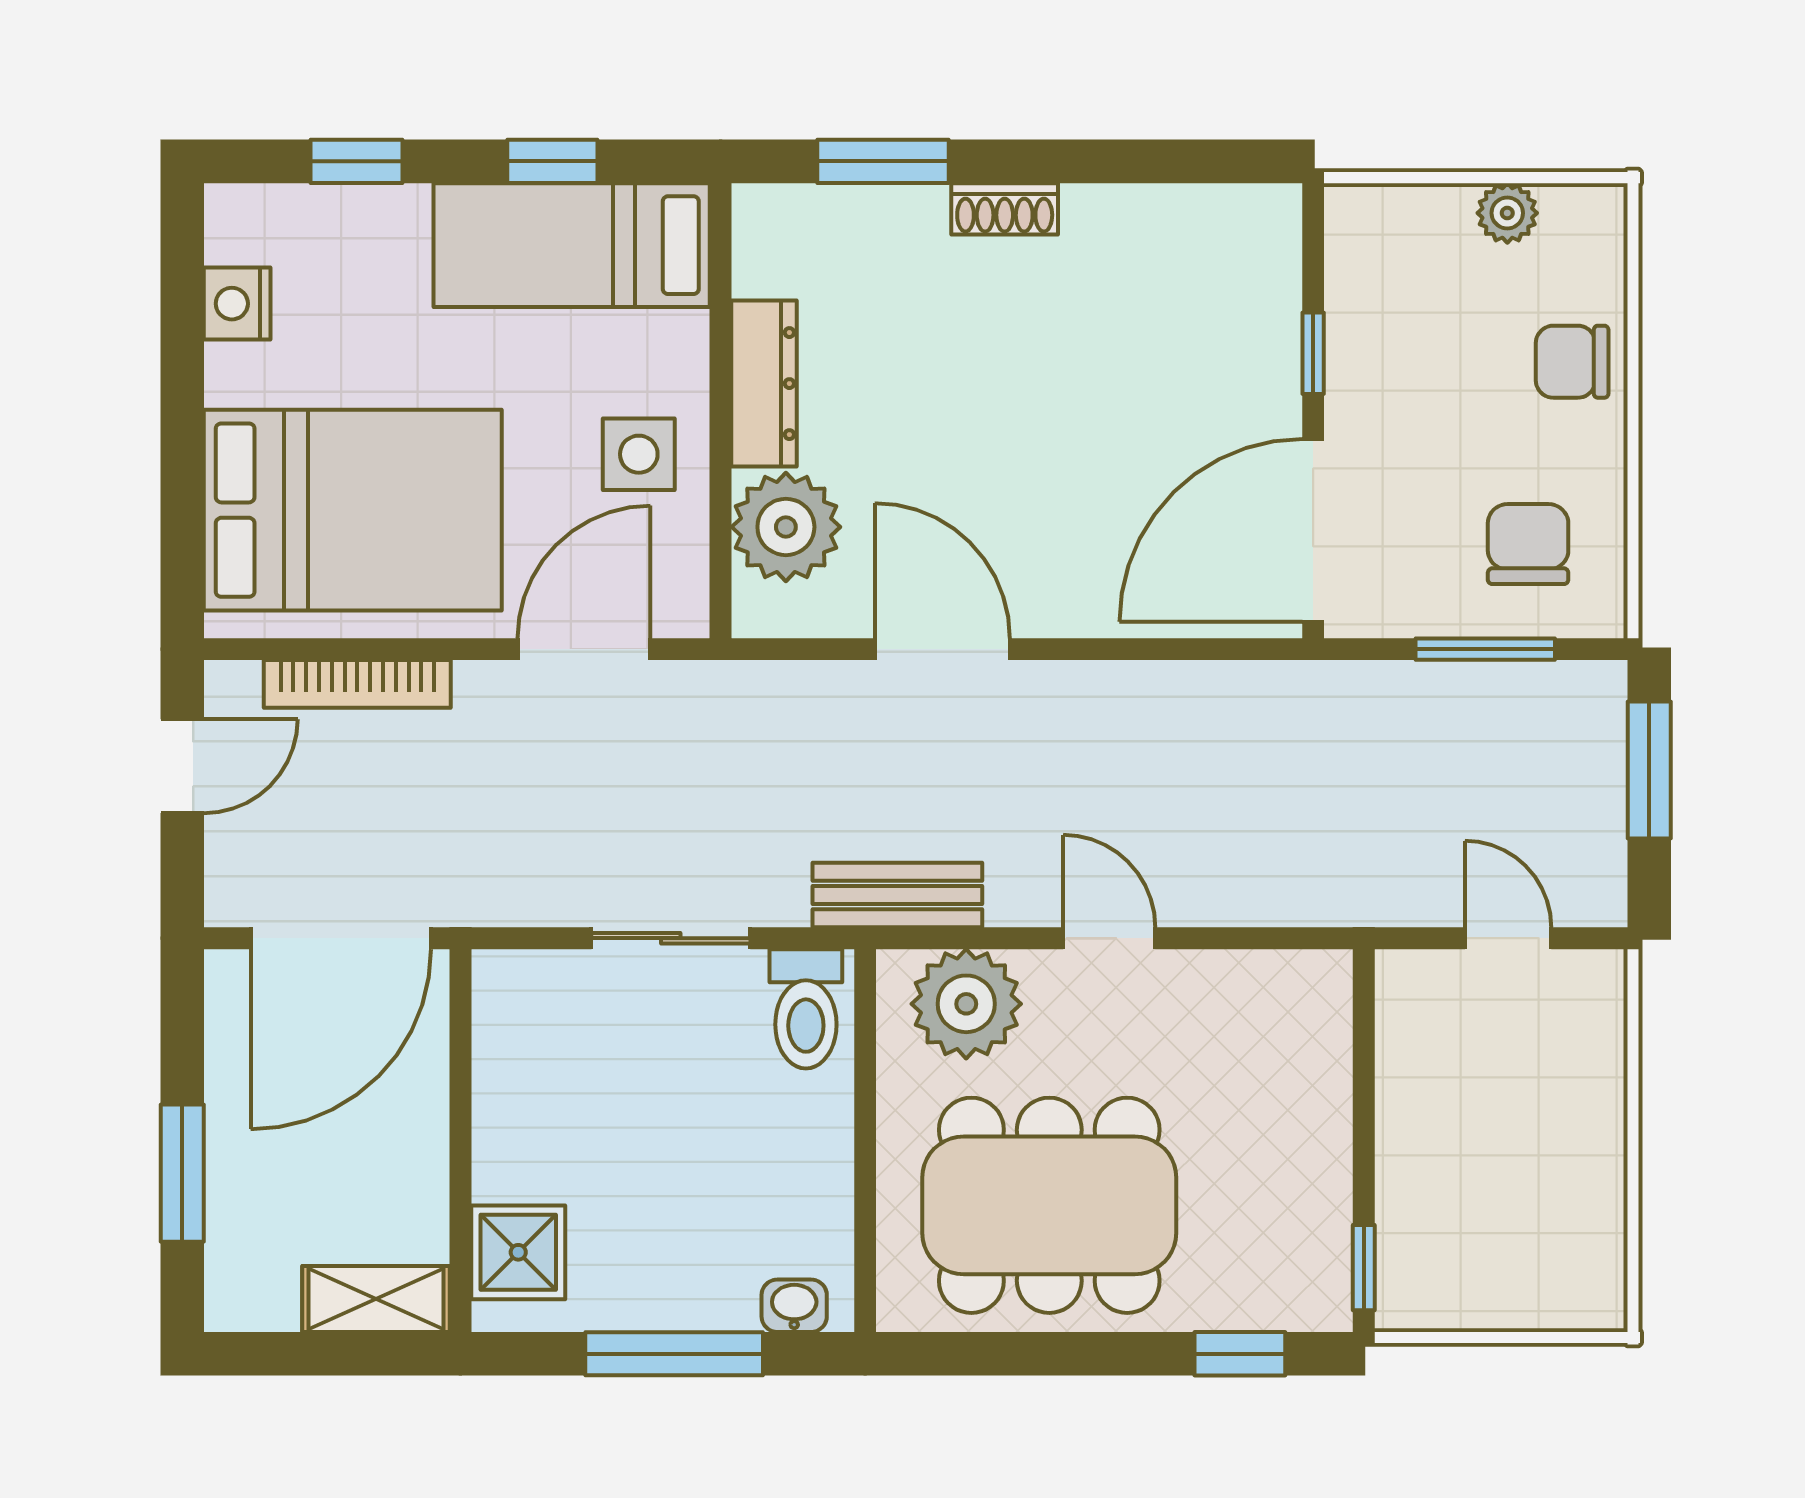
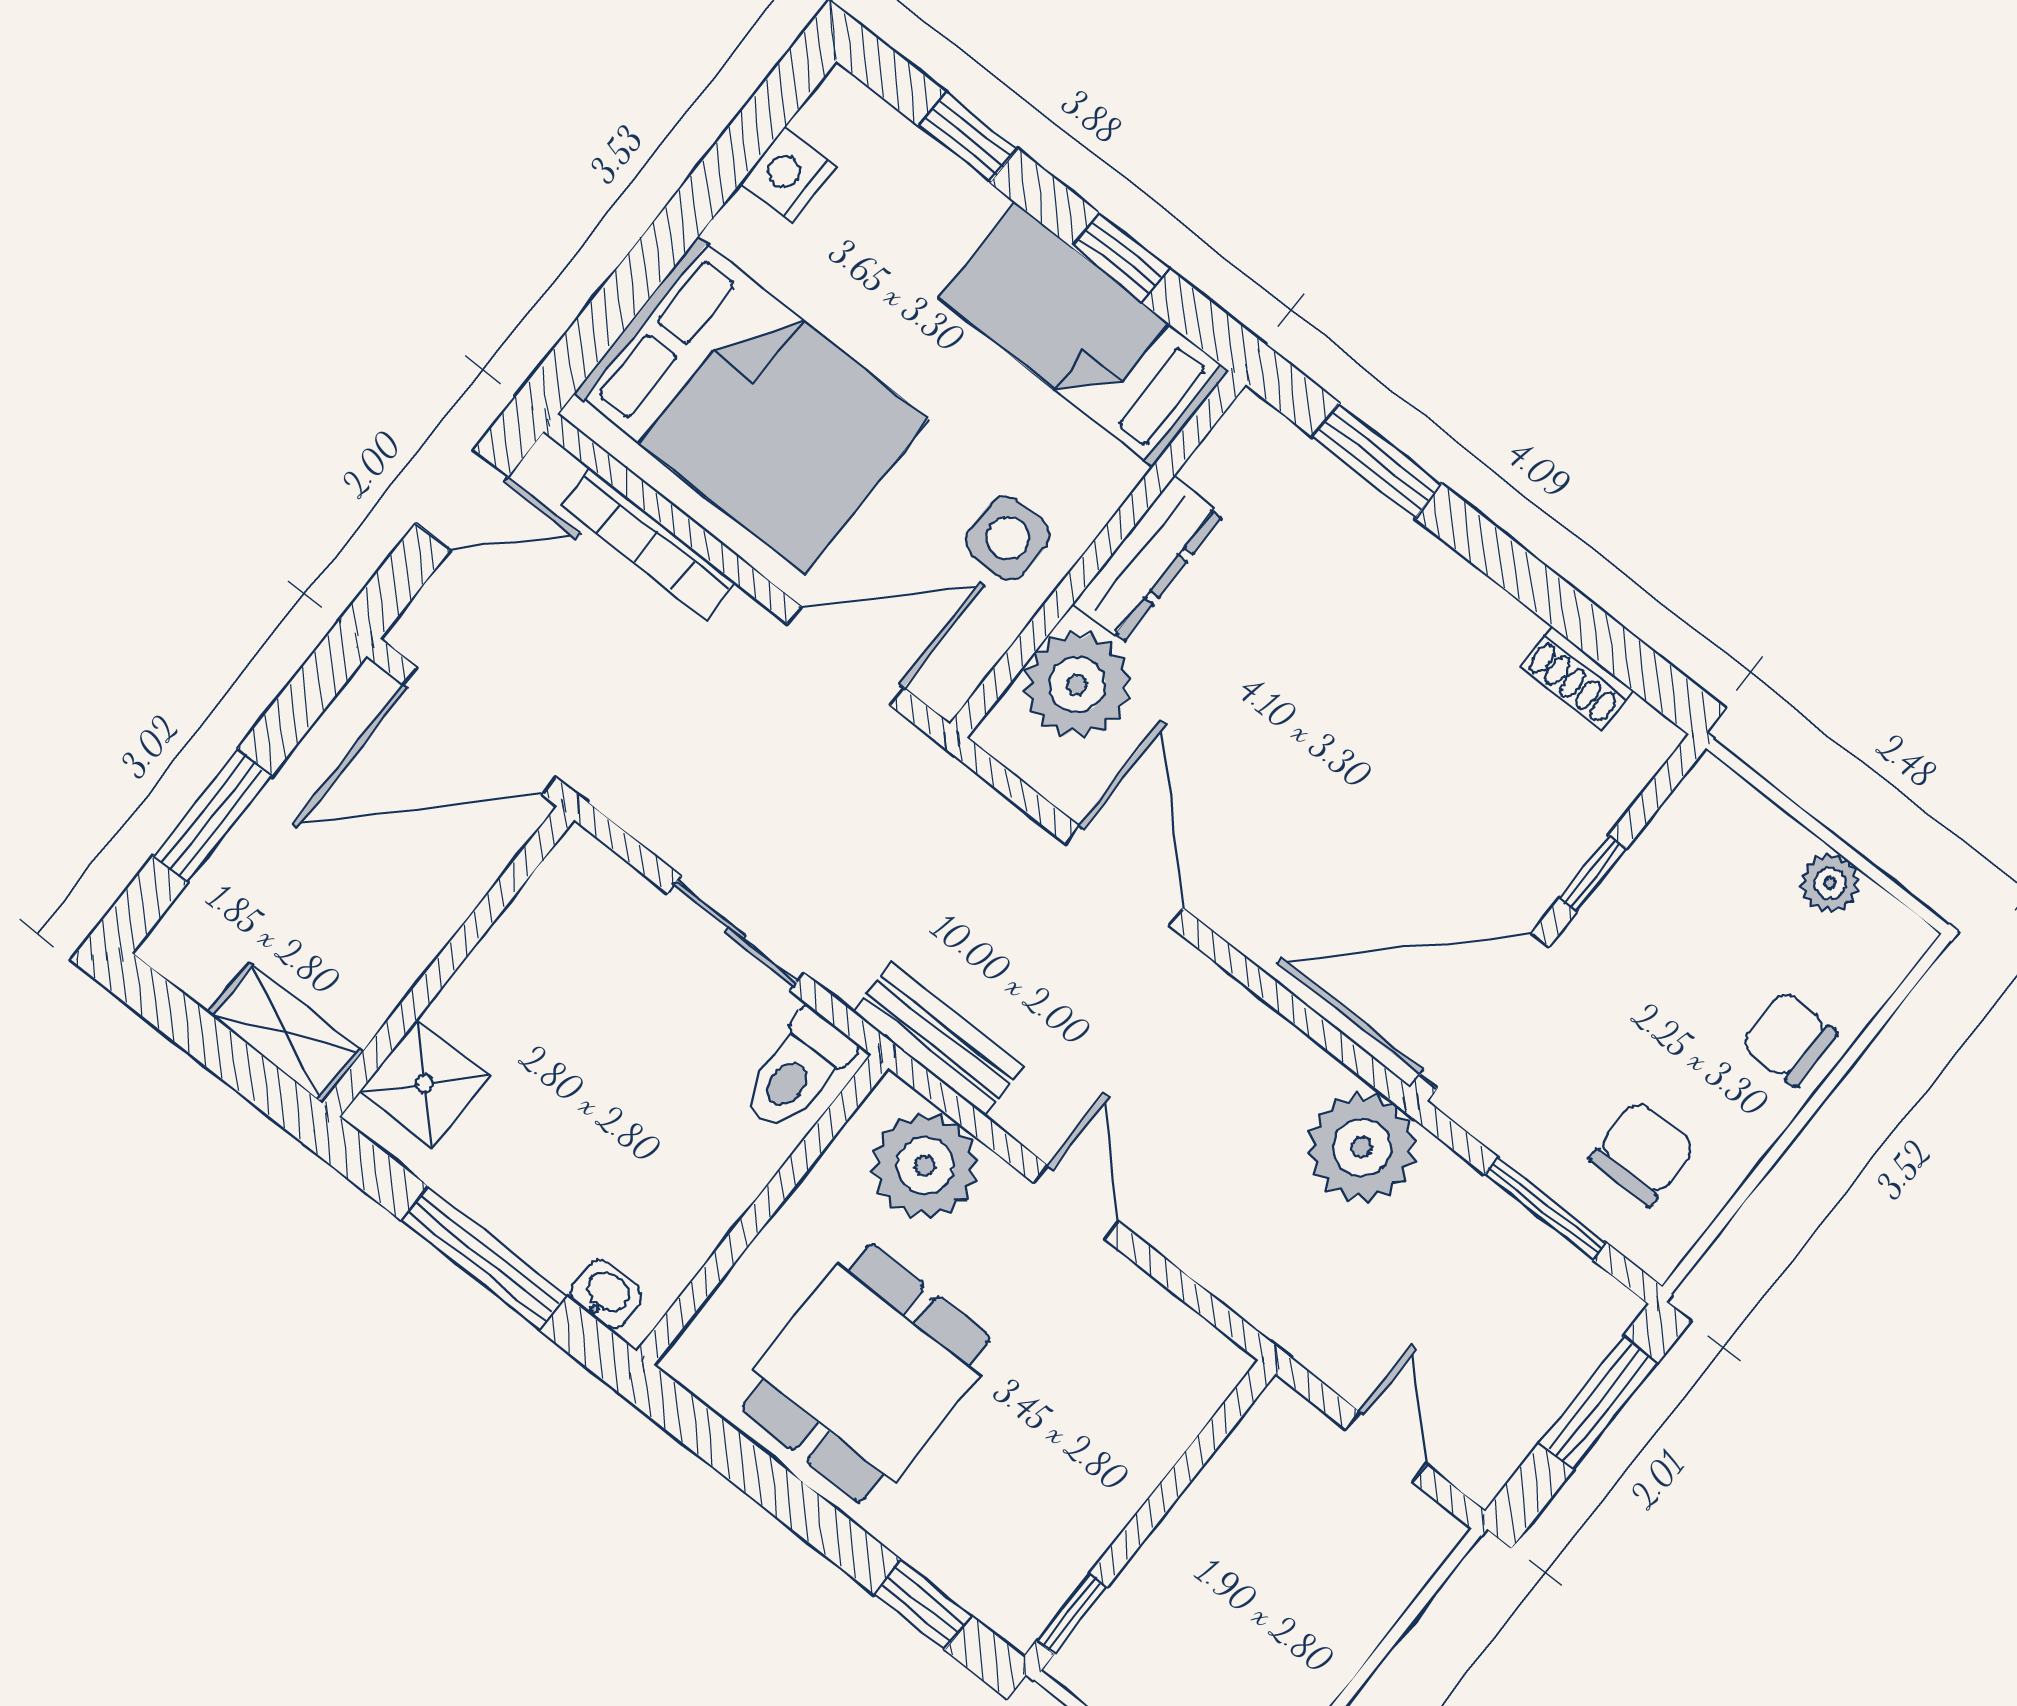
shoe rack: (1005, 209) -> (1577, 678), moved
plant: (1302, 716) -> (1362, 1147), added
dining table: (1049, 1205) -> (866, 1373), width x0.73

